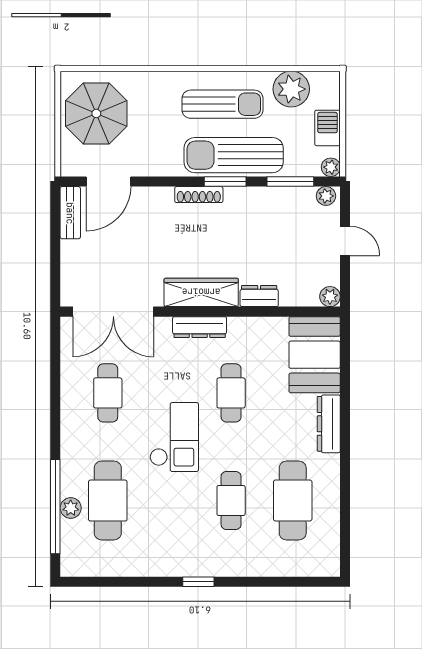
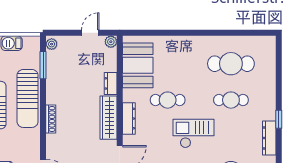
plant: (331, 167) -> (35, 41), removed
window: (225, 182) -> (43, 103), removed
door: (345, 241) -> (90, 33), moved
booth: (315, 355) -> (138, 65), moved, turned 90
dresser: (329, 424) -> (269, 138), moved, turned 90

